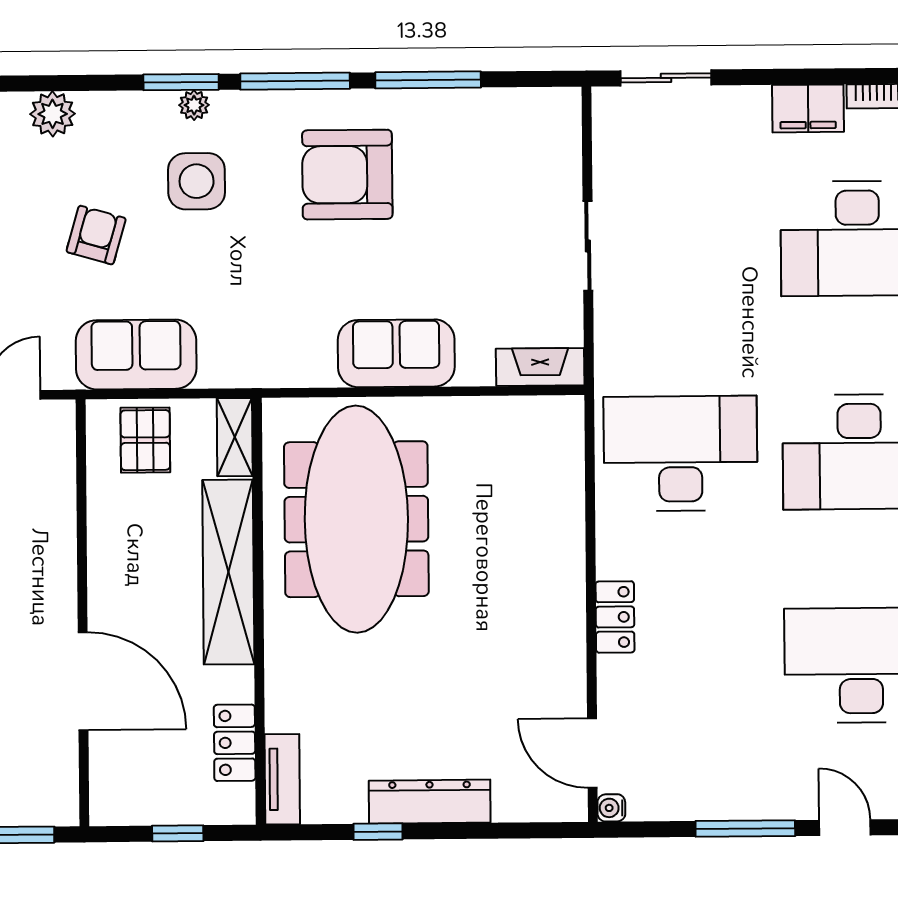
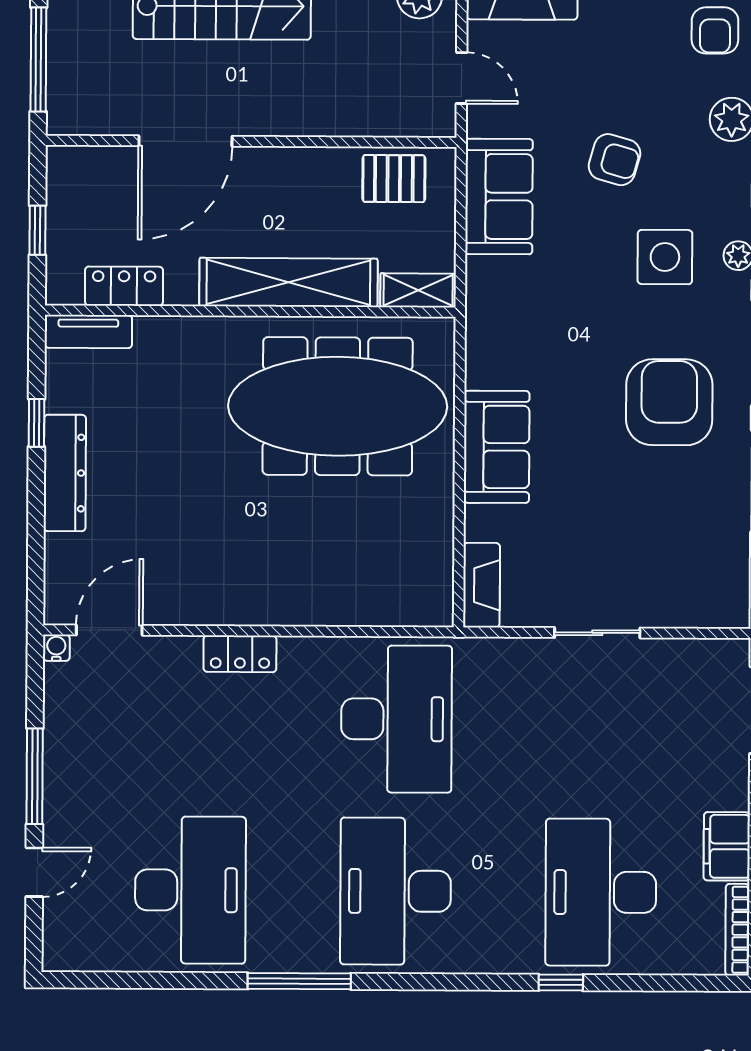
pallet: (145, 440) -> (394, 179), moved

